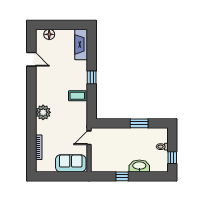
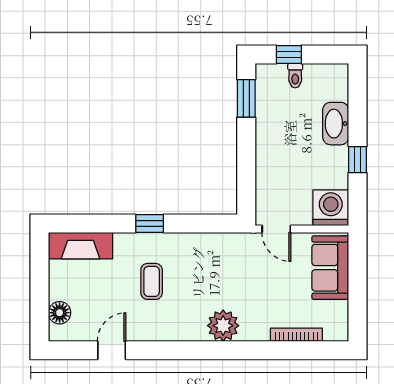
coffee table: (77, 96) -> (152, 281), moved
window: (139, 123) -> (246, 98), moved
window: (172, 158) -> (289, 54), moved
washing machine: (99, 164) -> (331, 208), added

